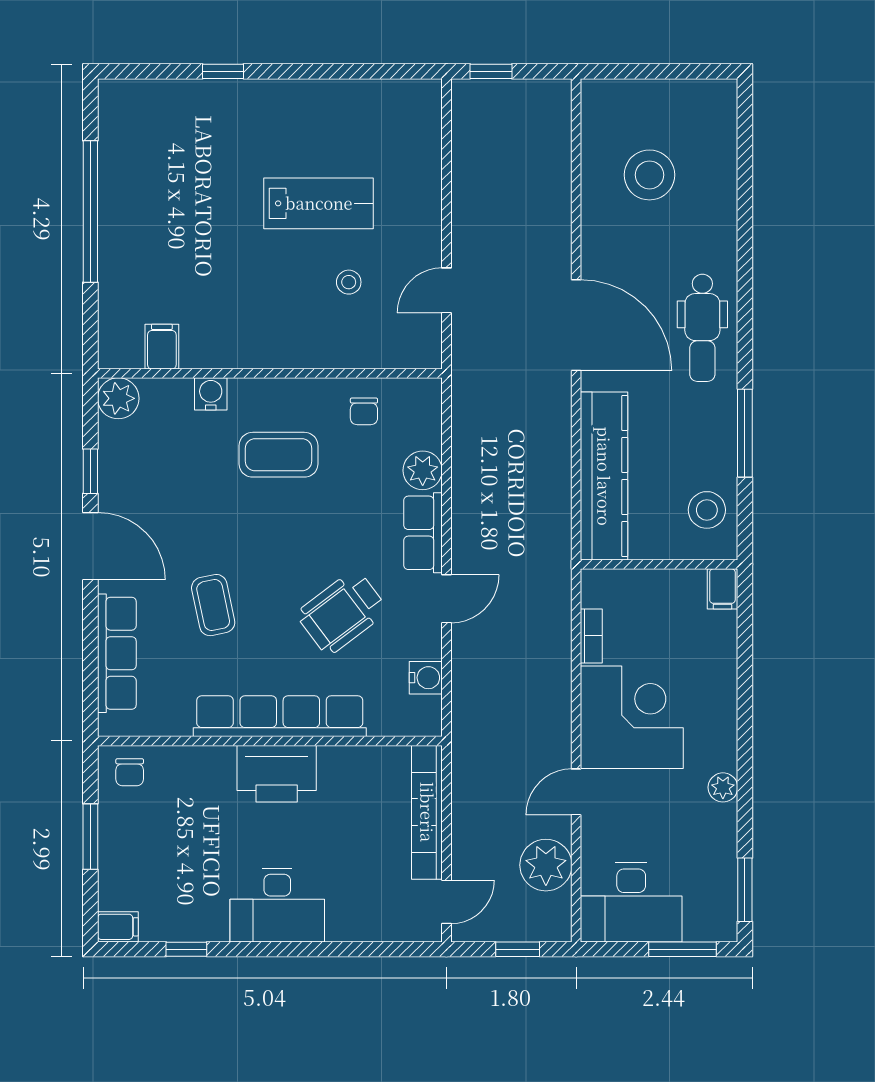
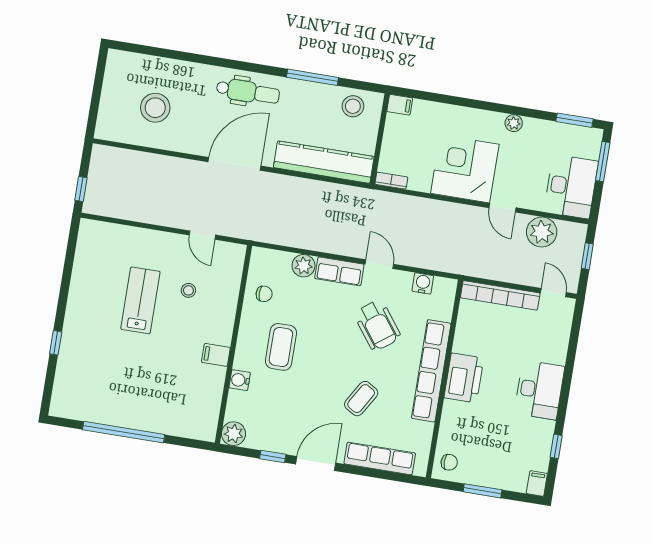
filing cabinet: (162, 347) -> (216, 355), moved
coffee table: (213, 605) -> (361, 399), turned -47
bookcase: (591, 636) -> (391, 181), moved

